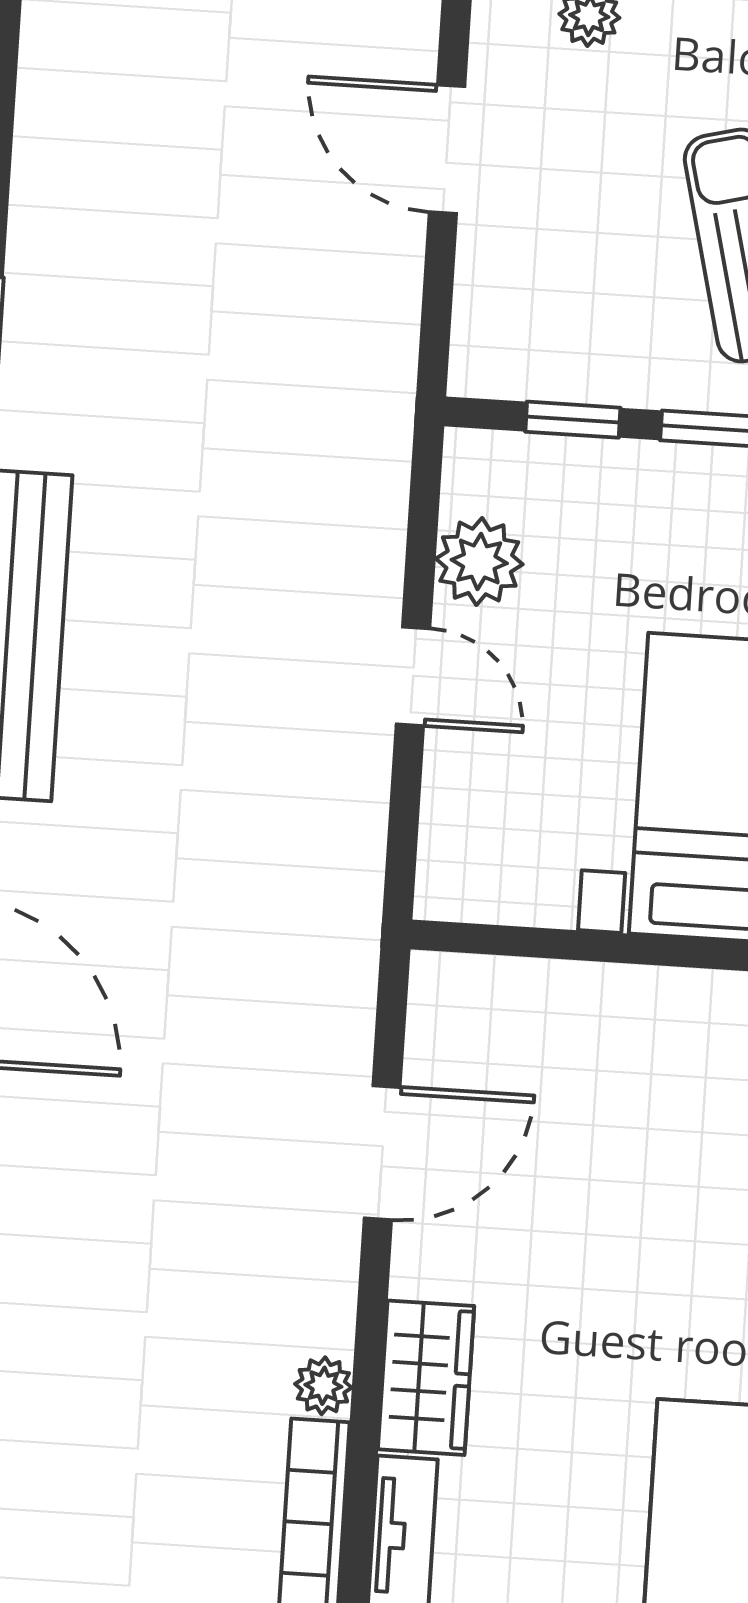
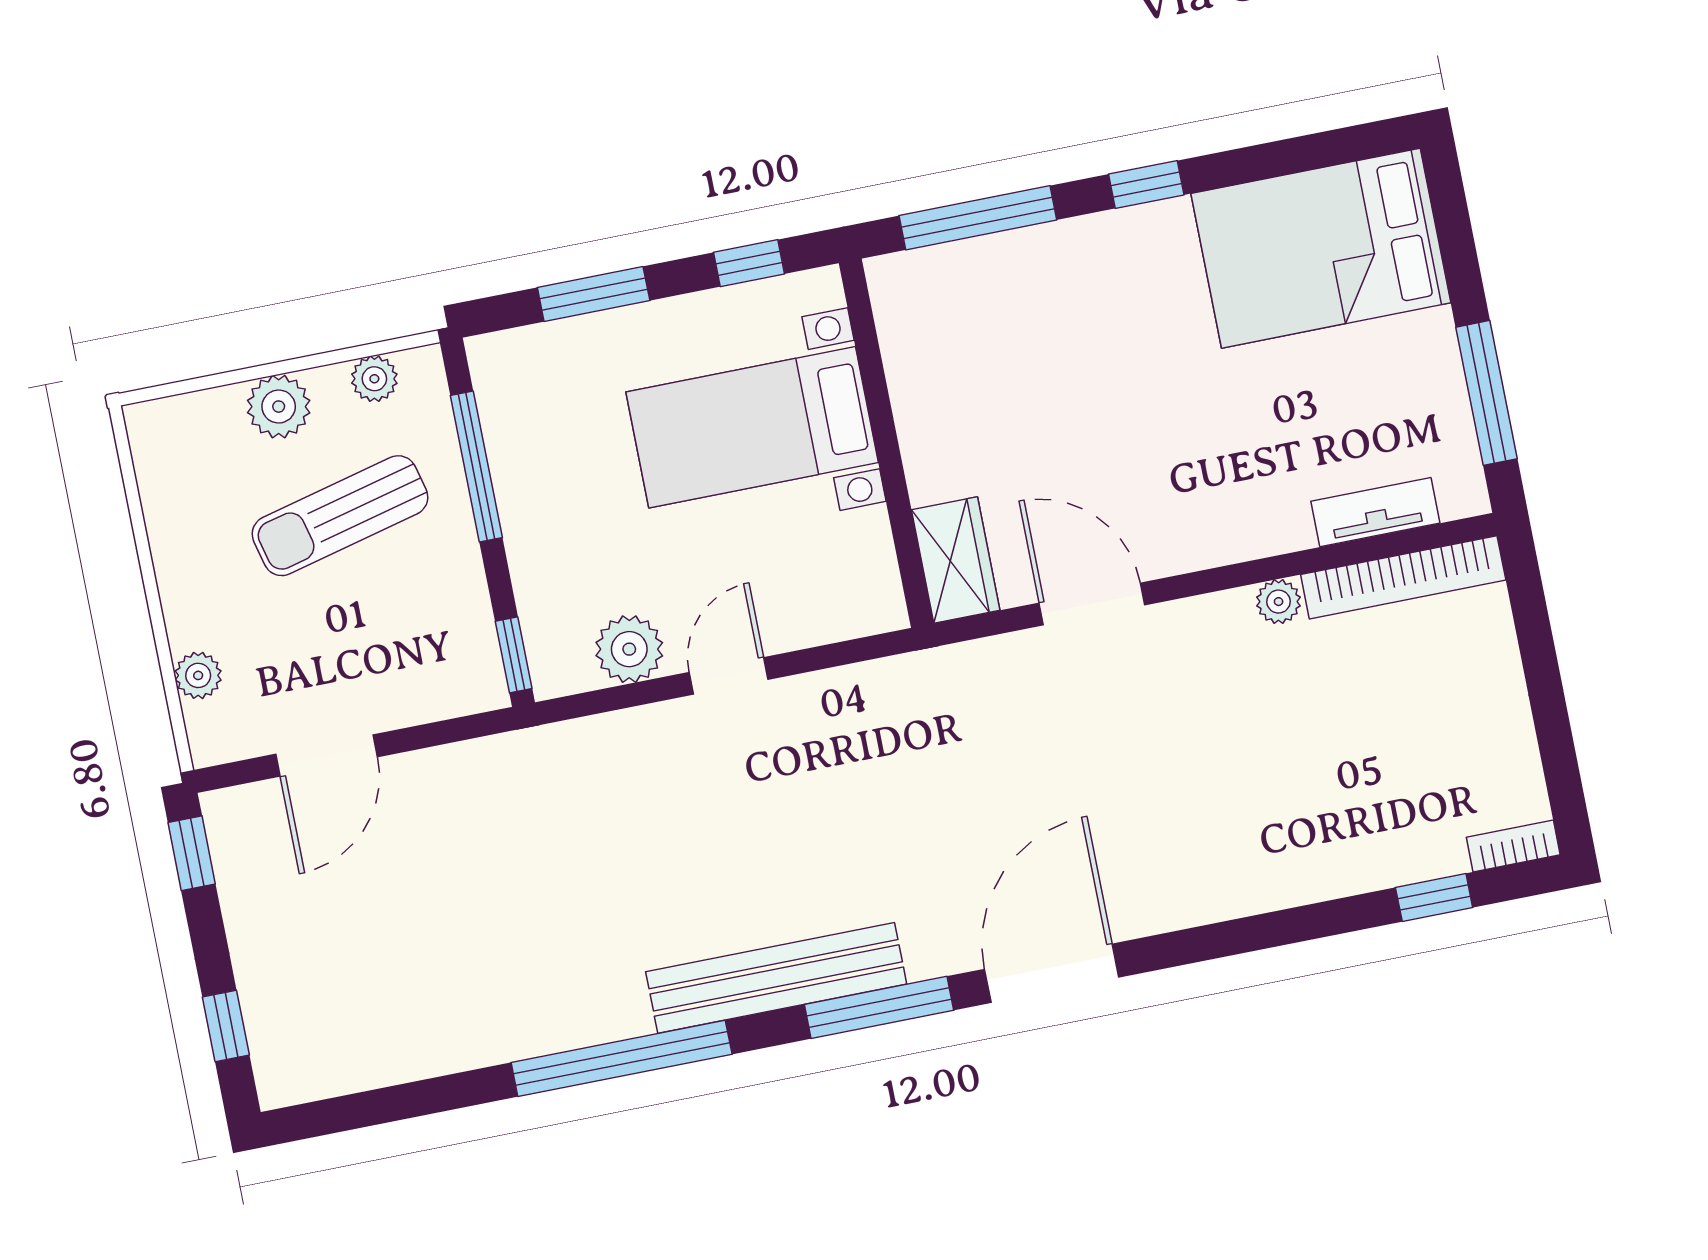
window: (573, 420) -> (514, 655), moved
wardrobe: (426, 1378) -> (956, 560), moved, turned 90

